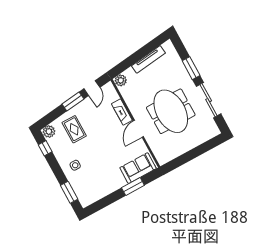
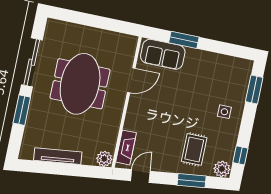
window: (73, 102) -> (192, 181), moved
fireplace: (122, 112) -> (126, 147), moved
door: (138, 129) -> (131, 80), moved

